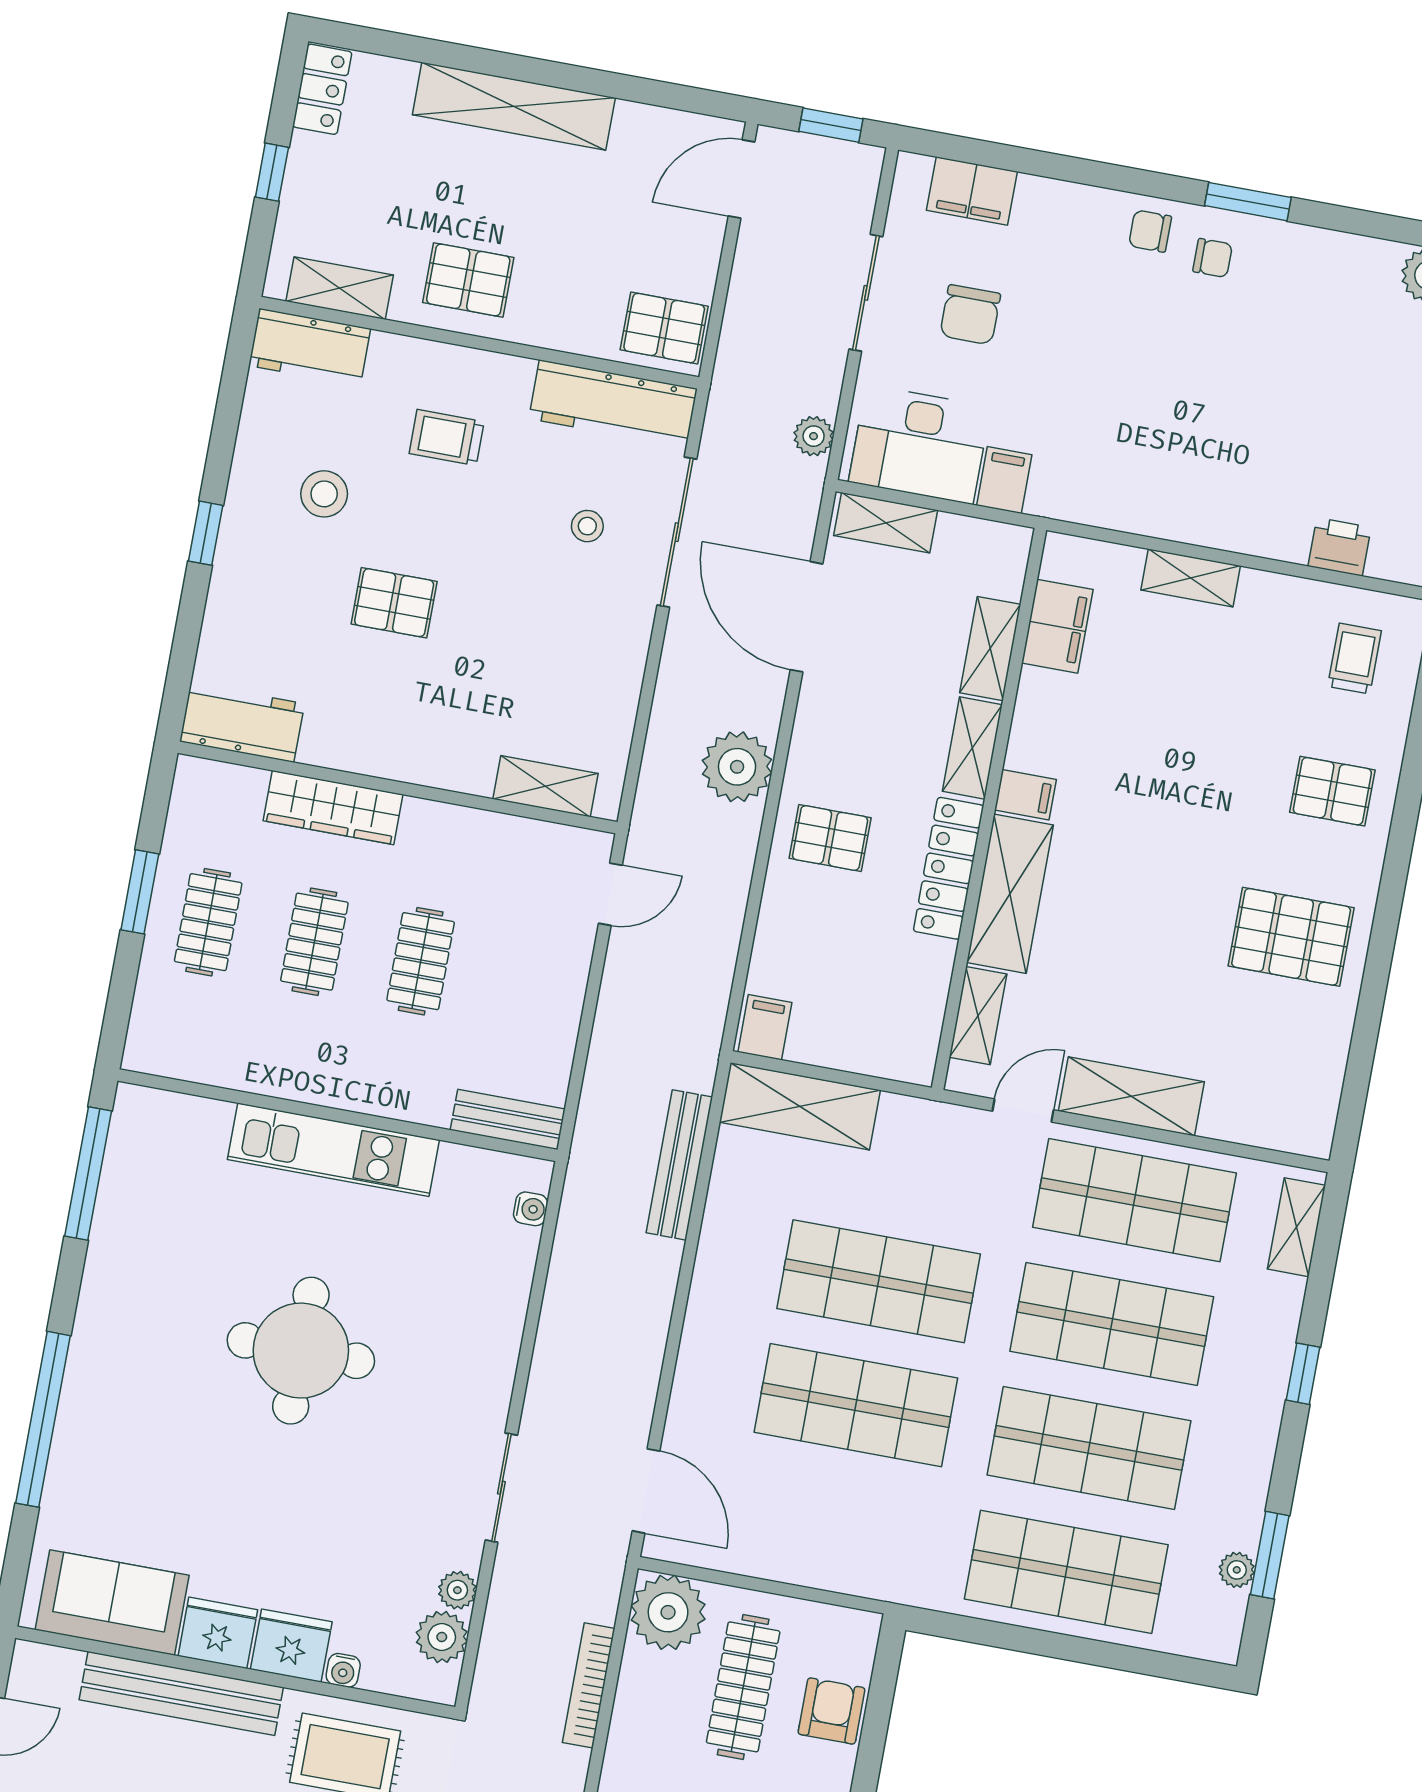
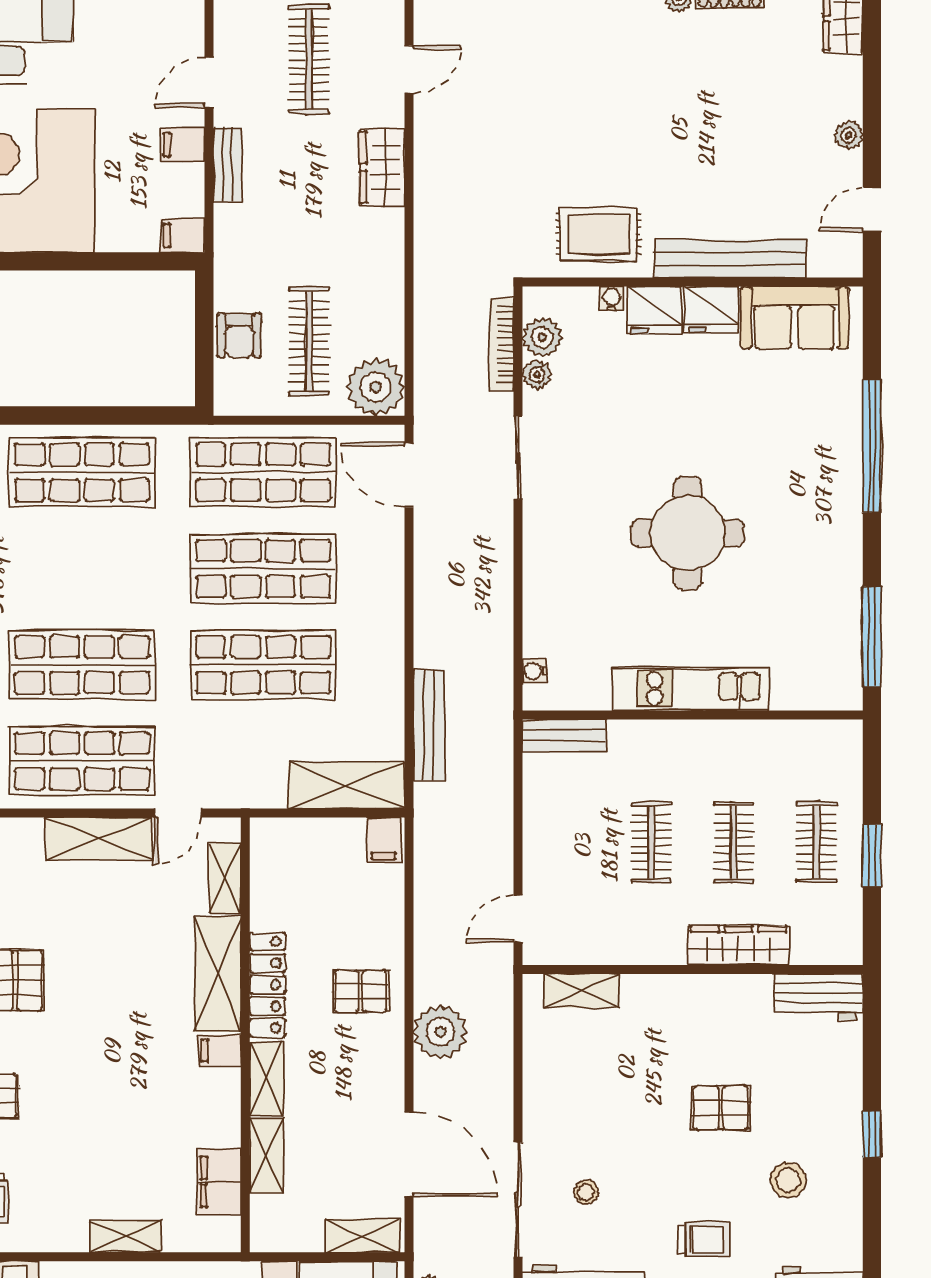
shop shelf: (1089, 1448) -> (263, 472), moved
bookcase: (589, 1685) -> (502, 345), moved, turned 180

